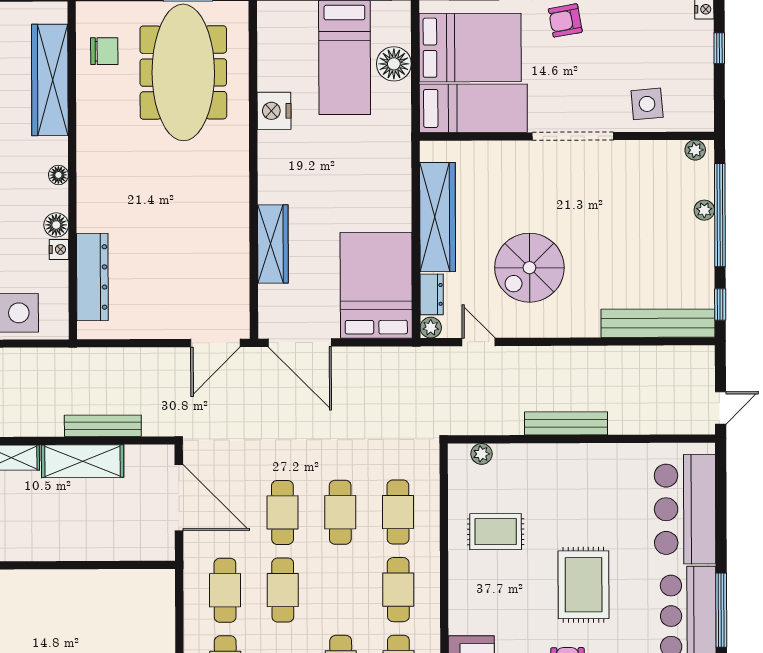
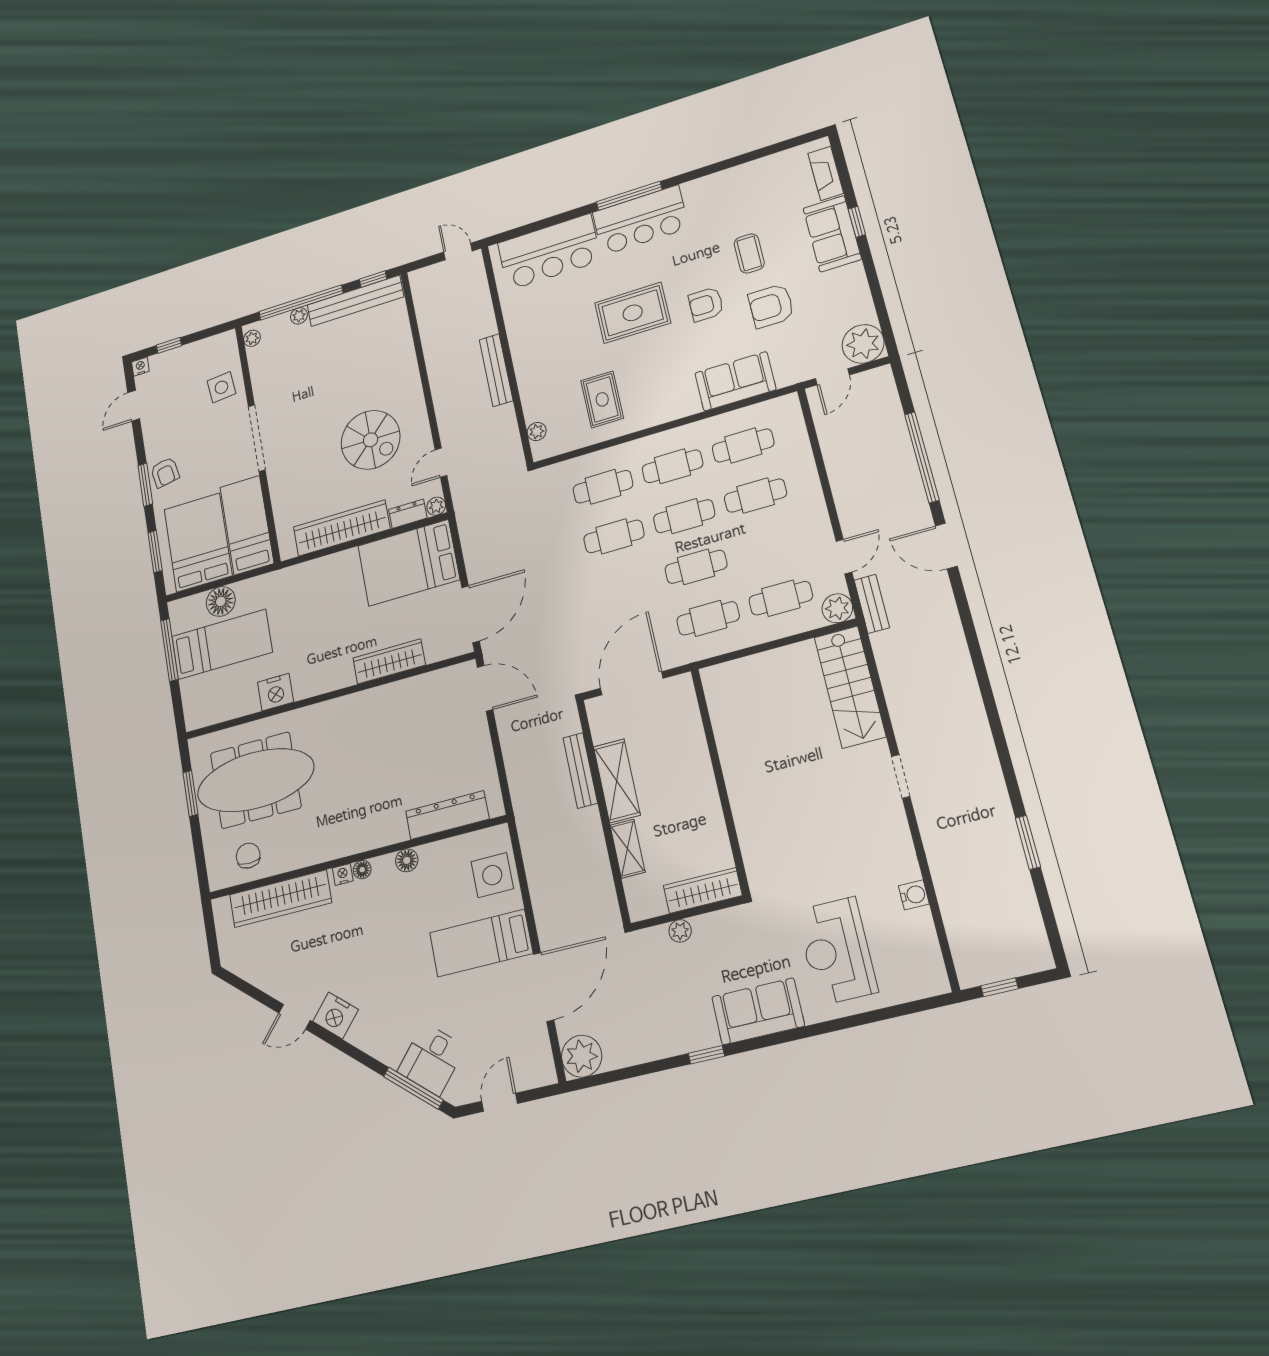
nightstand: (59, 249) -> (343, 874), moved
bench: (658, 323) -> (355, 301), moved, turned 90
cafe table: (282, 512) -> (684, 516), moved

